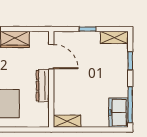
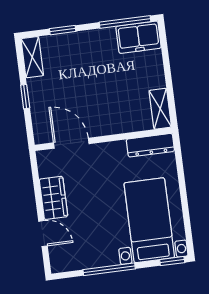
door: (51, 57) -> (71, 143), hinge flipped
dresser: (43, 86) -> (150, 145), moved

